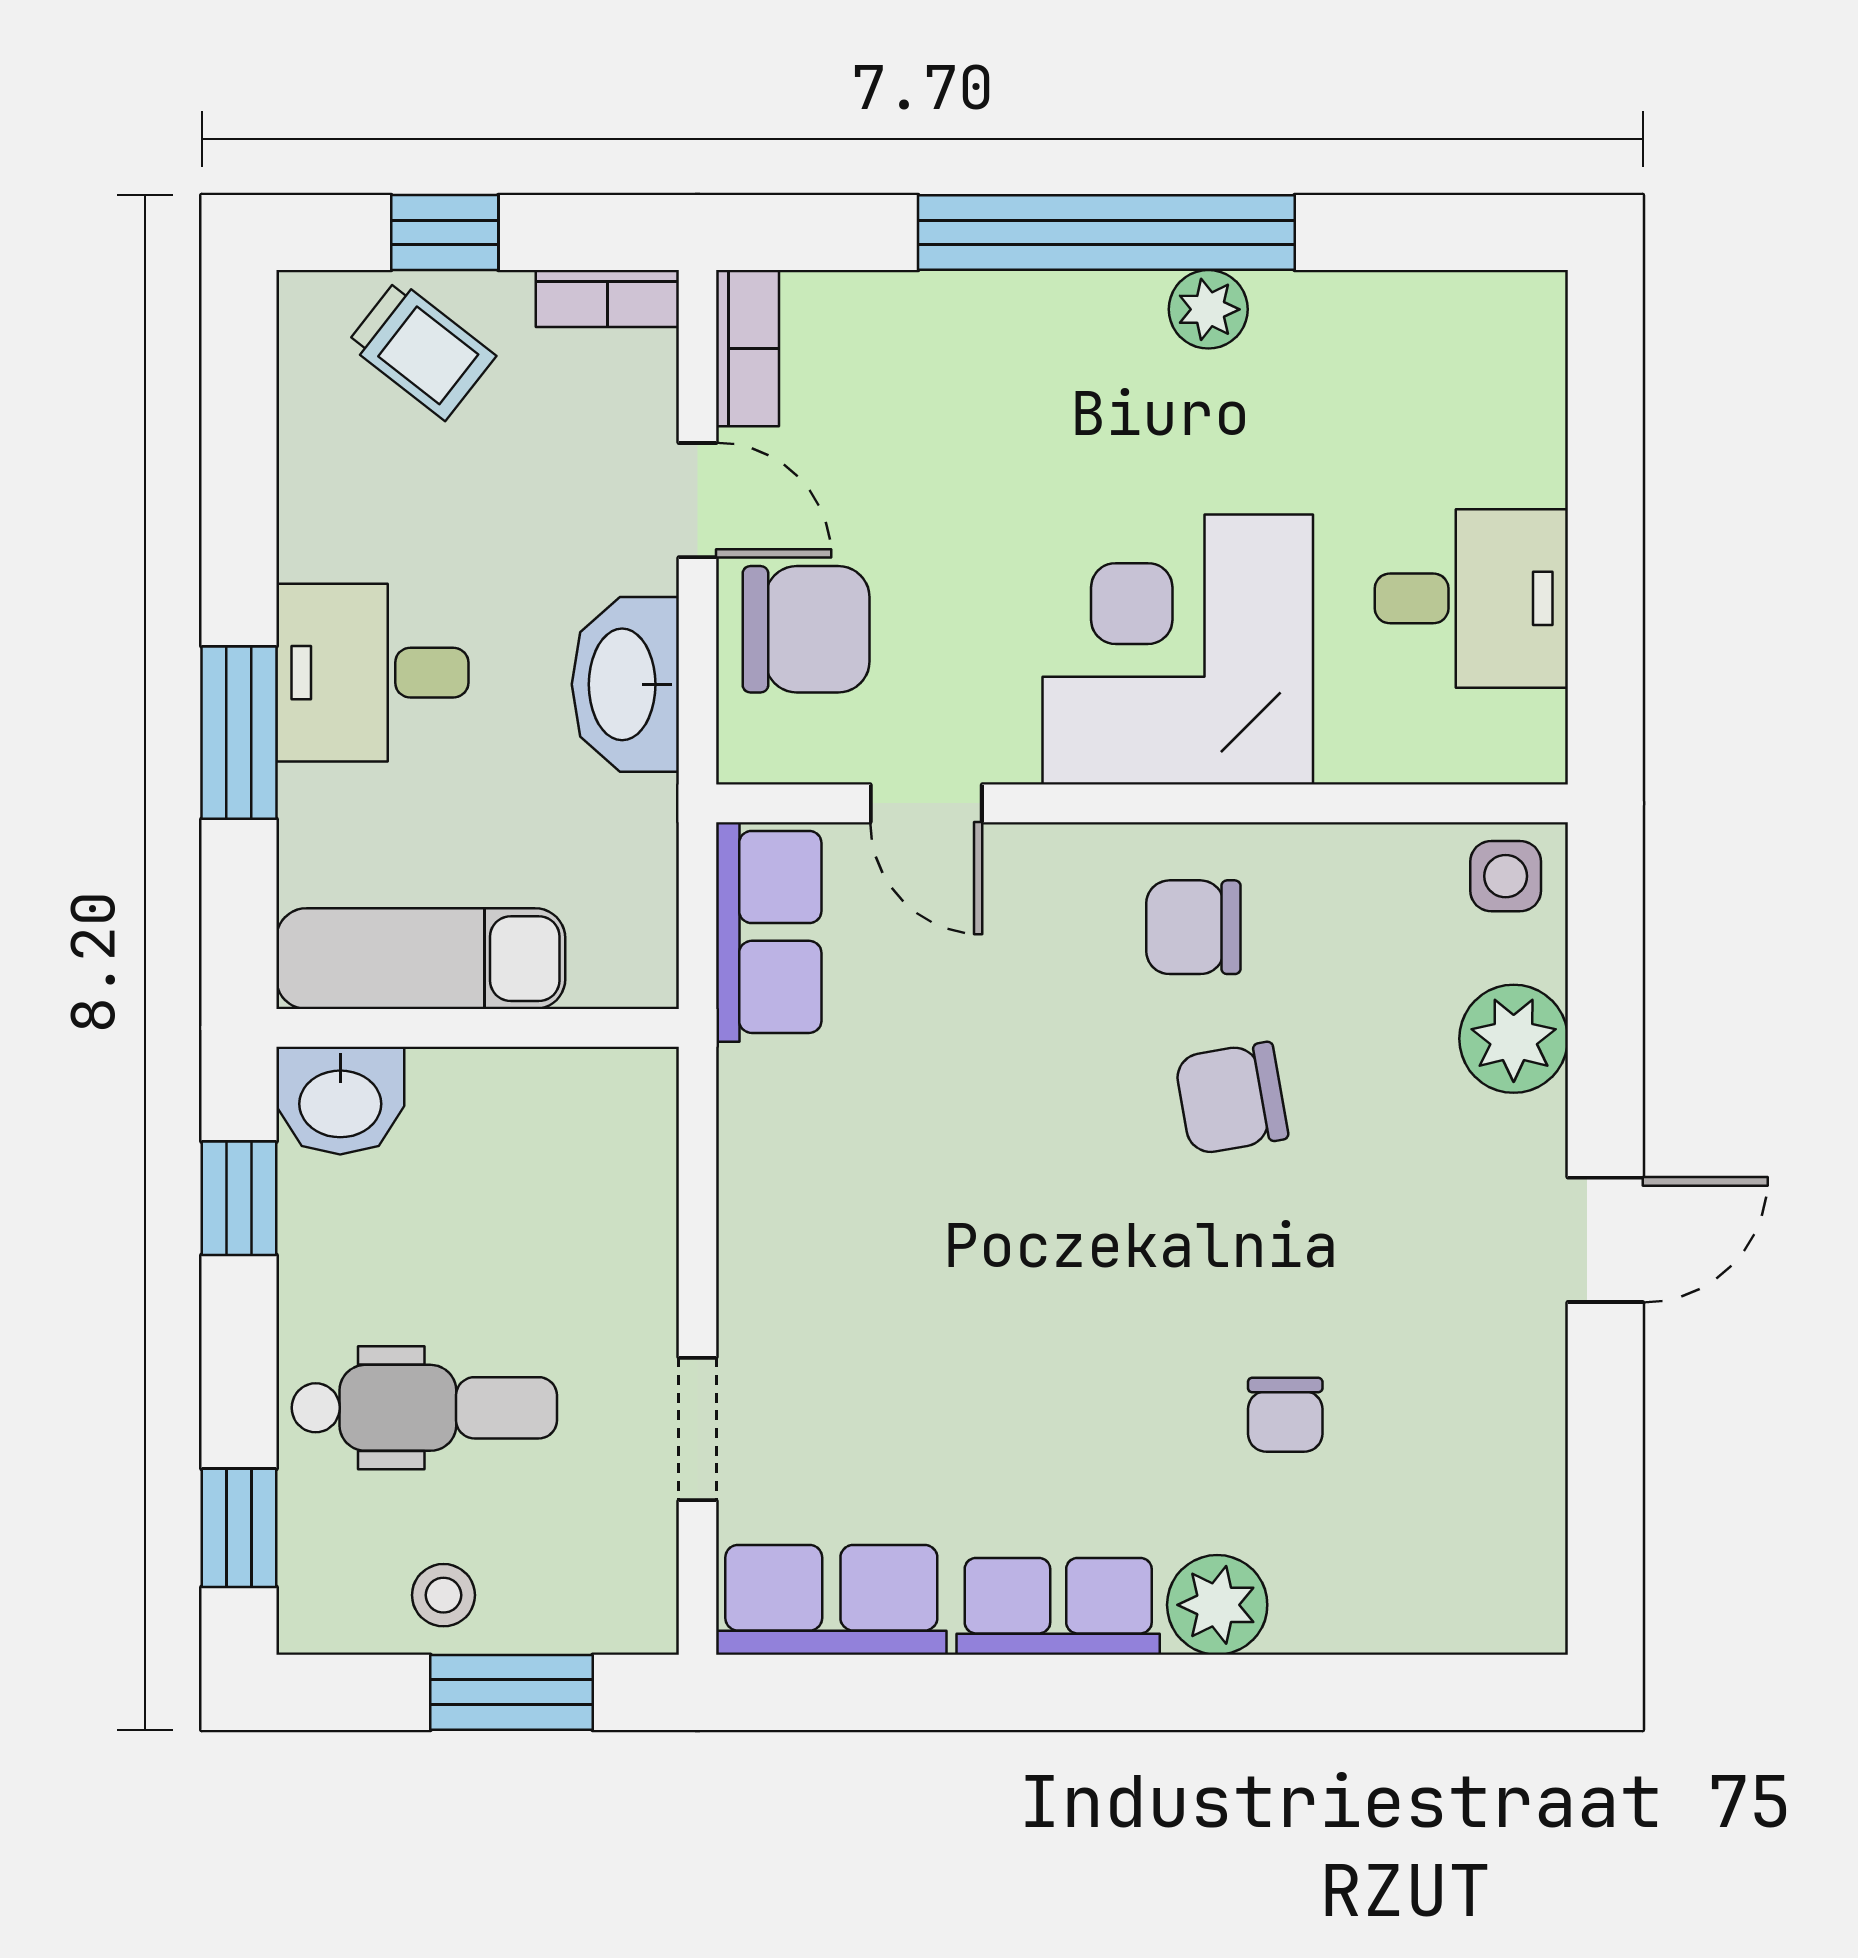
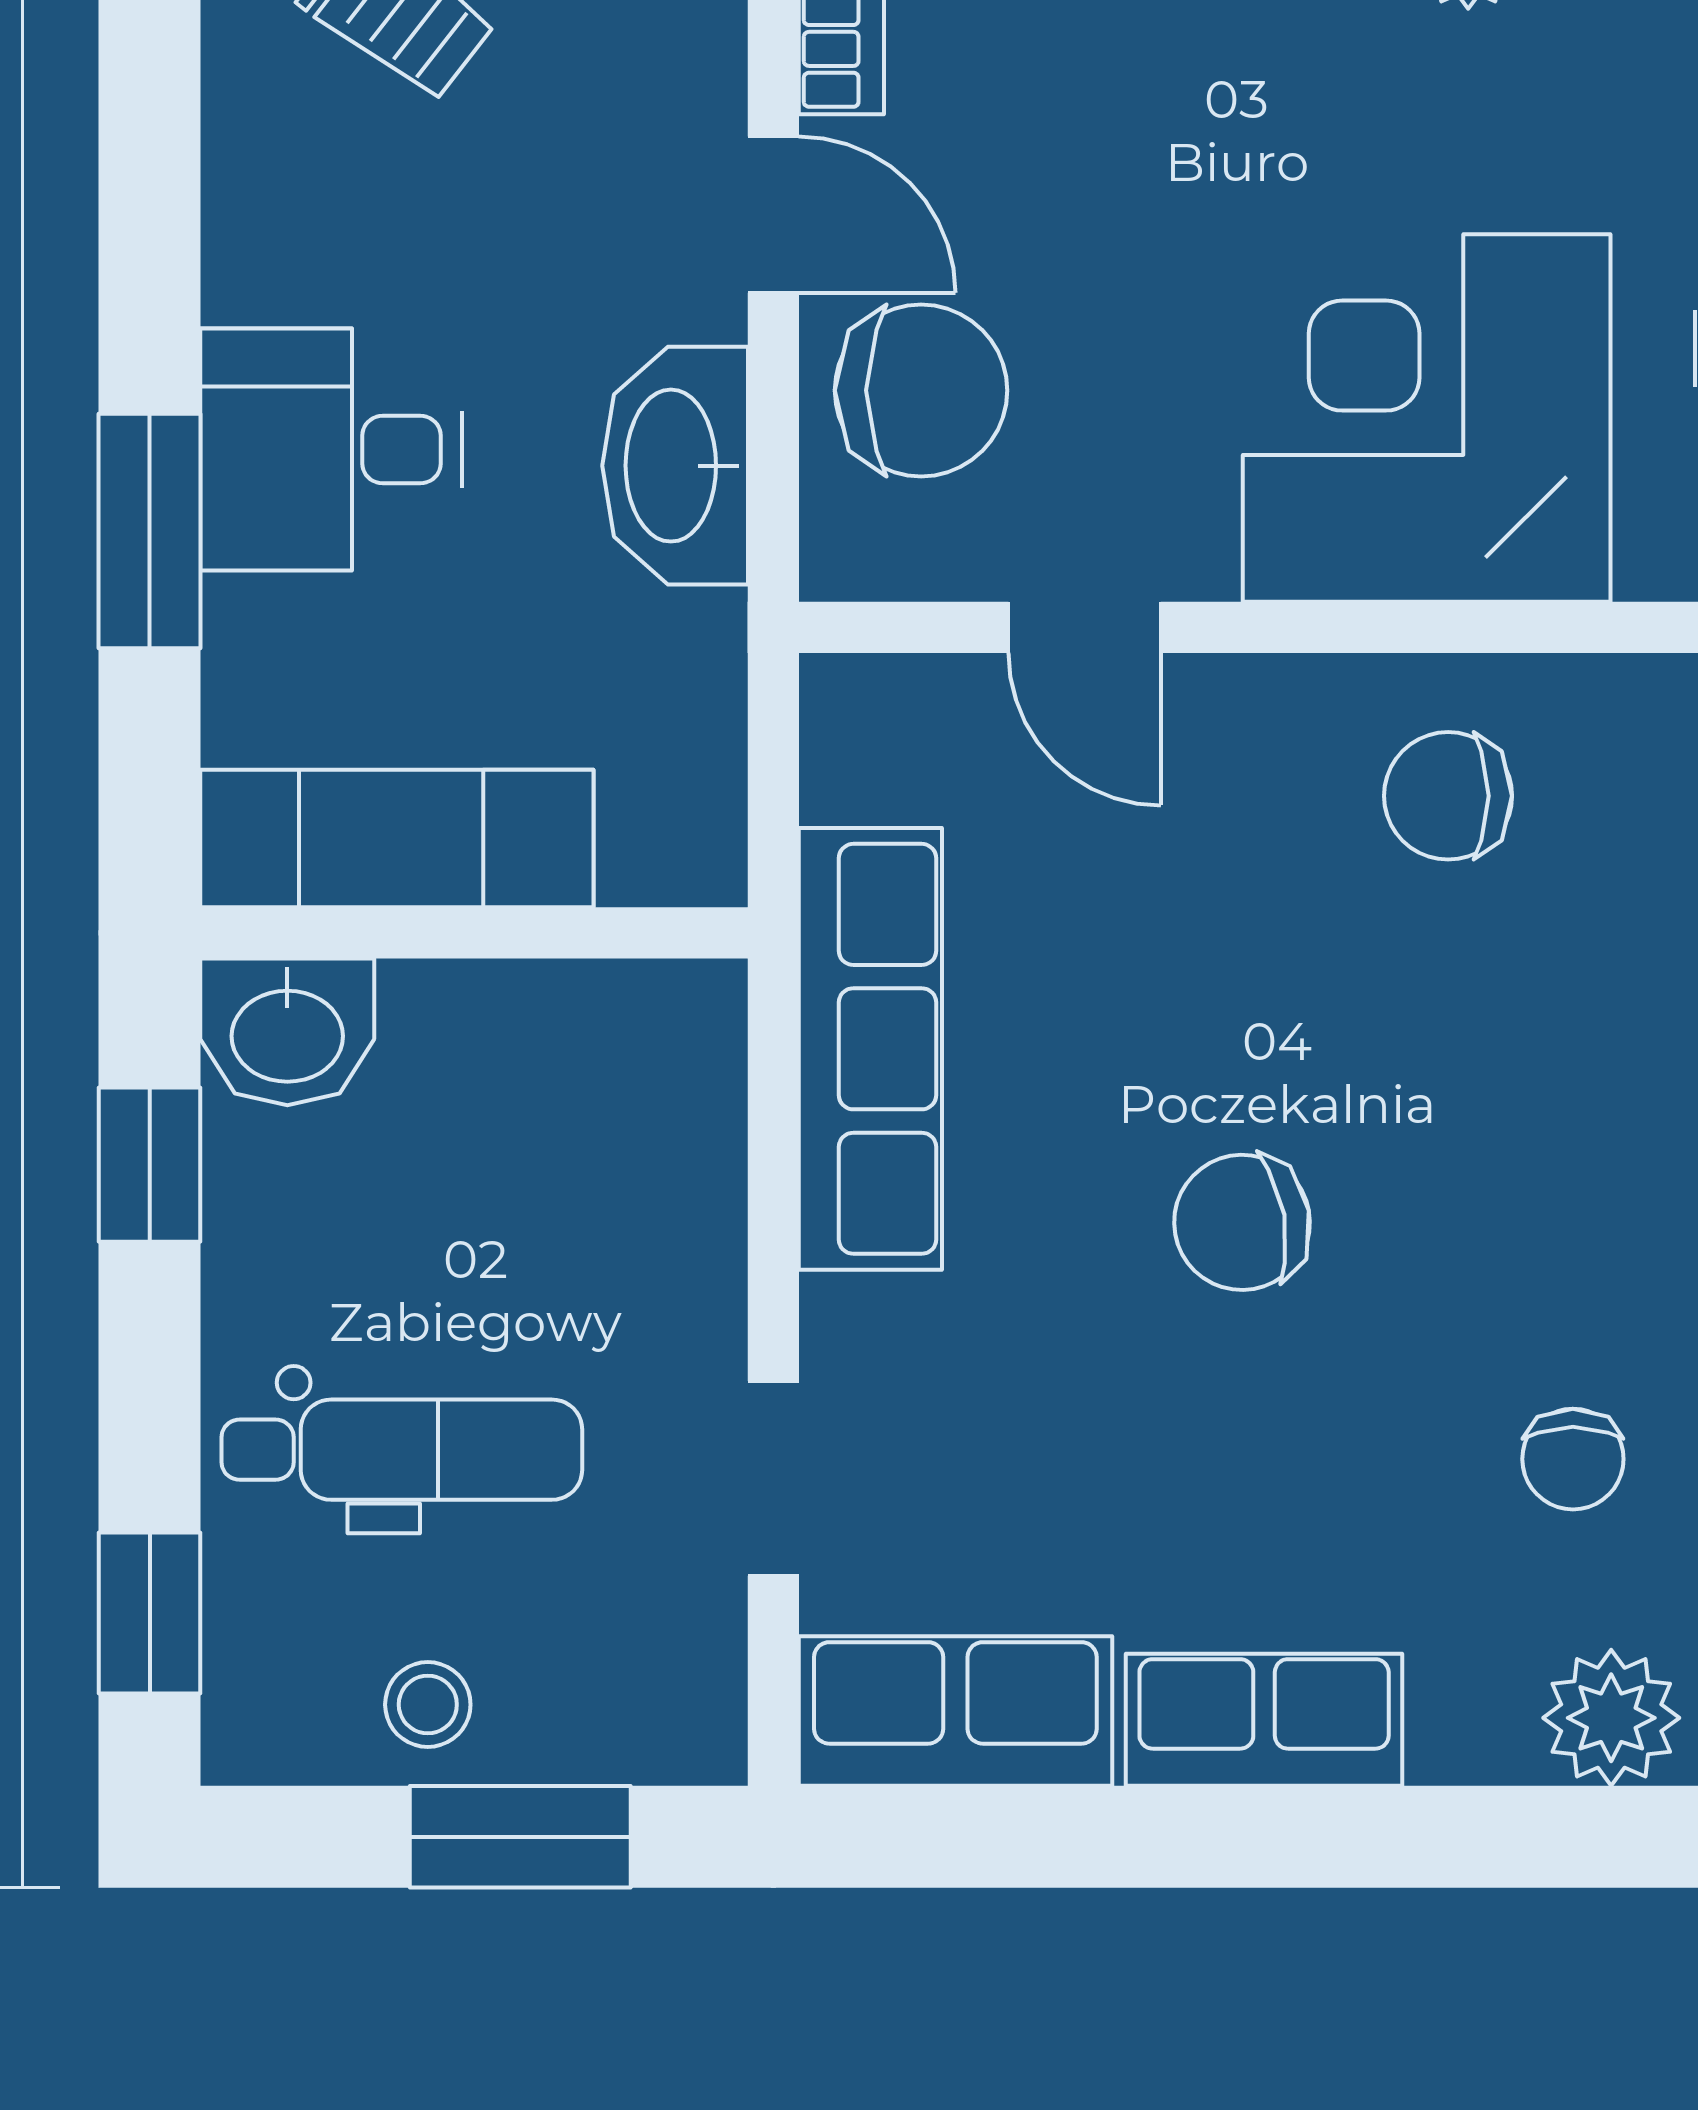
row of seats: (769, 932) -> (870, 1049), moved, width x1.48
chair: (1232, 1098) -> (1242, 1222), moved
plant: (1217, 1605) -> (1611, 1718), moved

